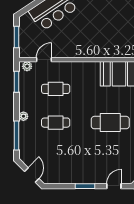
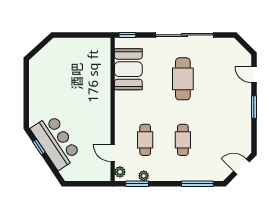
window: (16, 37) -> (87, 184), removed
plant: (23, 116) -> (144, 176), moved

